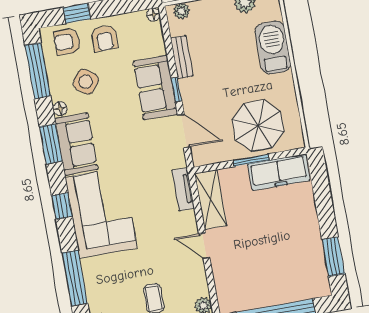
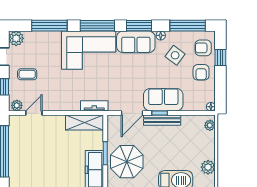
armchair: (104, 38) -> (201, 72), turned -90
armchair: (67, 42) -> (203, 48), turned -90
bench: (182, 57) -> (162, 120), moved, width x1.36
window: (62, 206) -> (97, 26), width x2.17
door: (204, 246) -> (34, 113), moved

